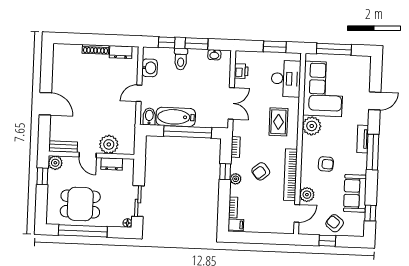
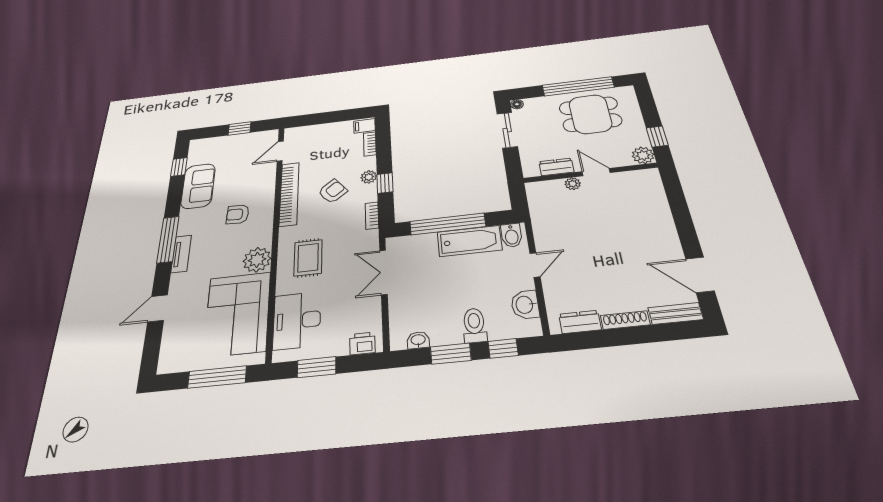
printer: (241, 71) -> (362, 343), moved, turned 90
door: (45, 104) -> (700, 275), moved
plant: (109, 144) -> (573, 184), width x0.53, depth x0.53
bench: (63, 147) -> (675, 314), moved
plant: (307, 195) -> (266, 174), removed
armchair: (335, 223) -> (229, 148), removed

